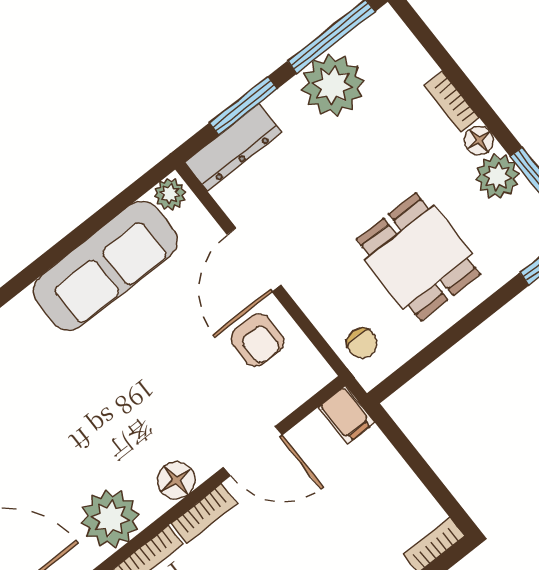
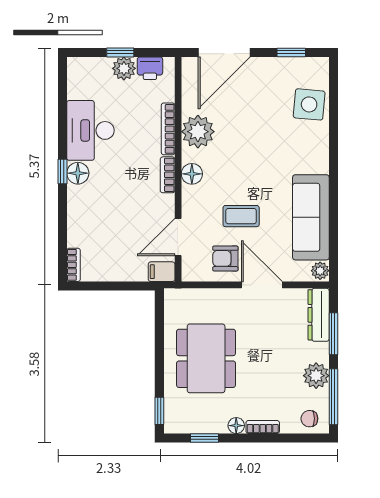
plant: (333, 85) -> (316, 376), width x0.73, depth x0.73
plant: (497, 176) -> (214, 421), removed
dining table: (418, 257) -> (206, 358), width x1.38
chair: (362, 343) -> (309, 419), moved
coffee table: (181, 365) -> (241, 216), added
door: (253, 451) -> (178, 237), moved

